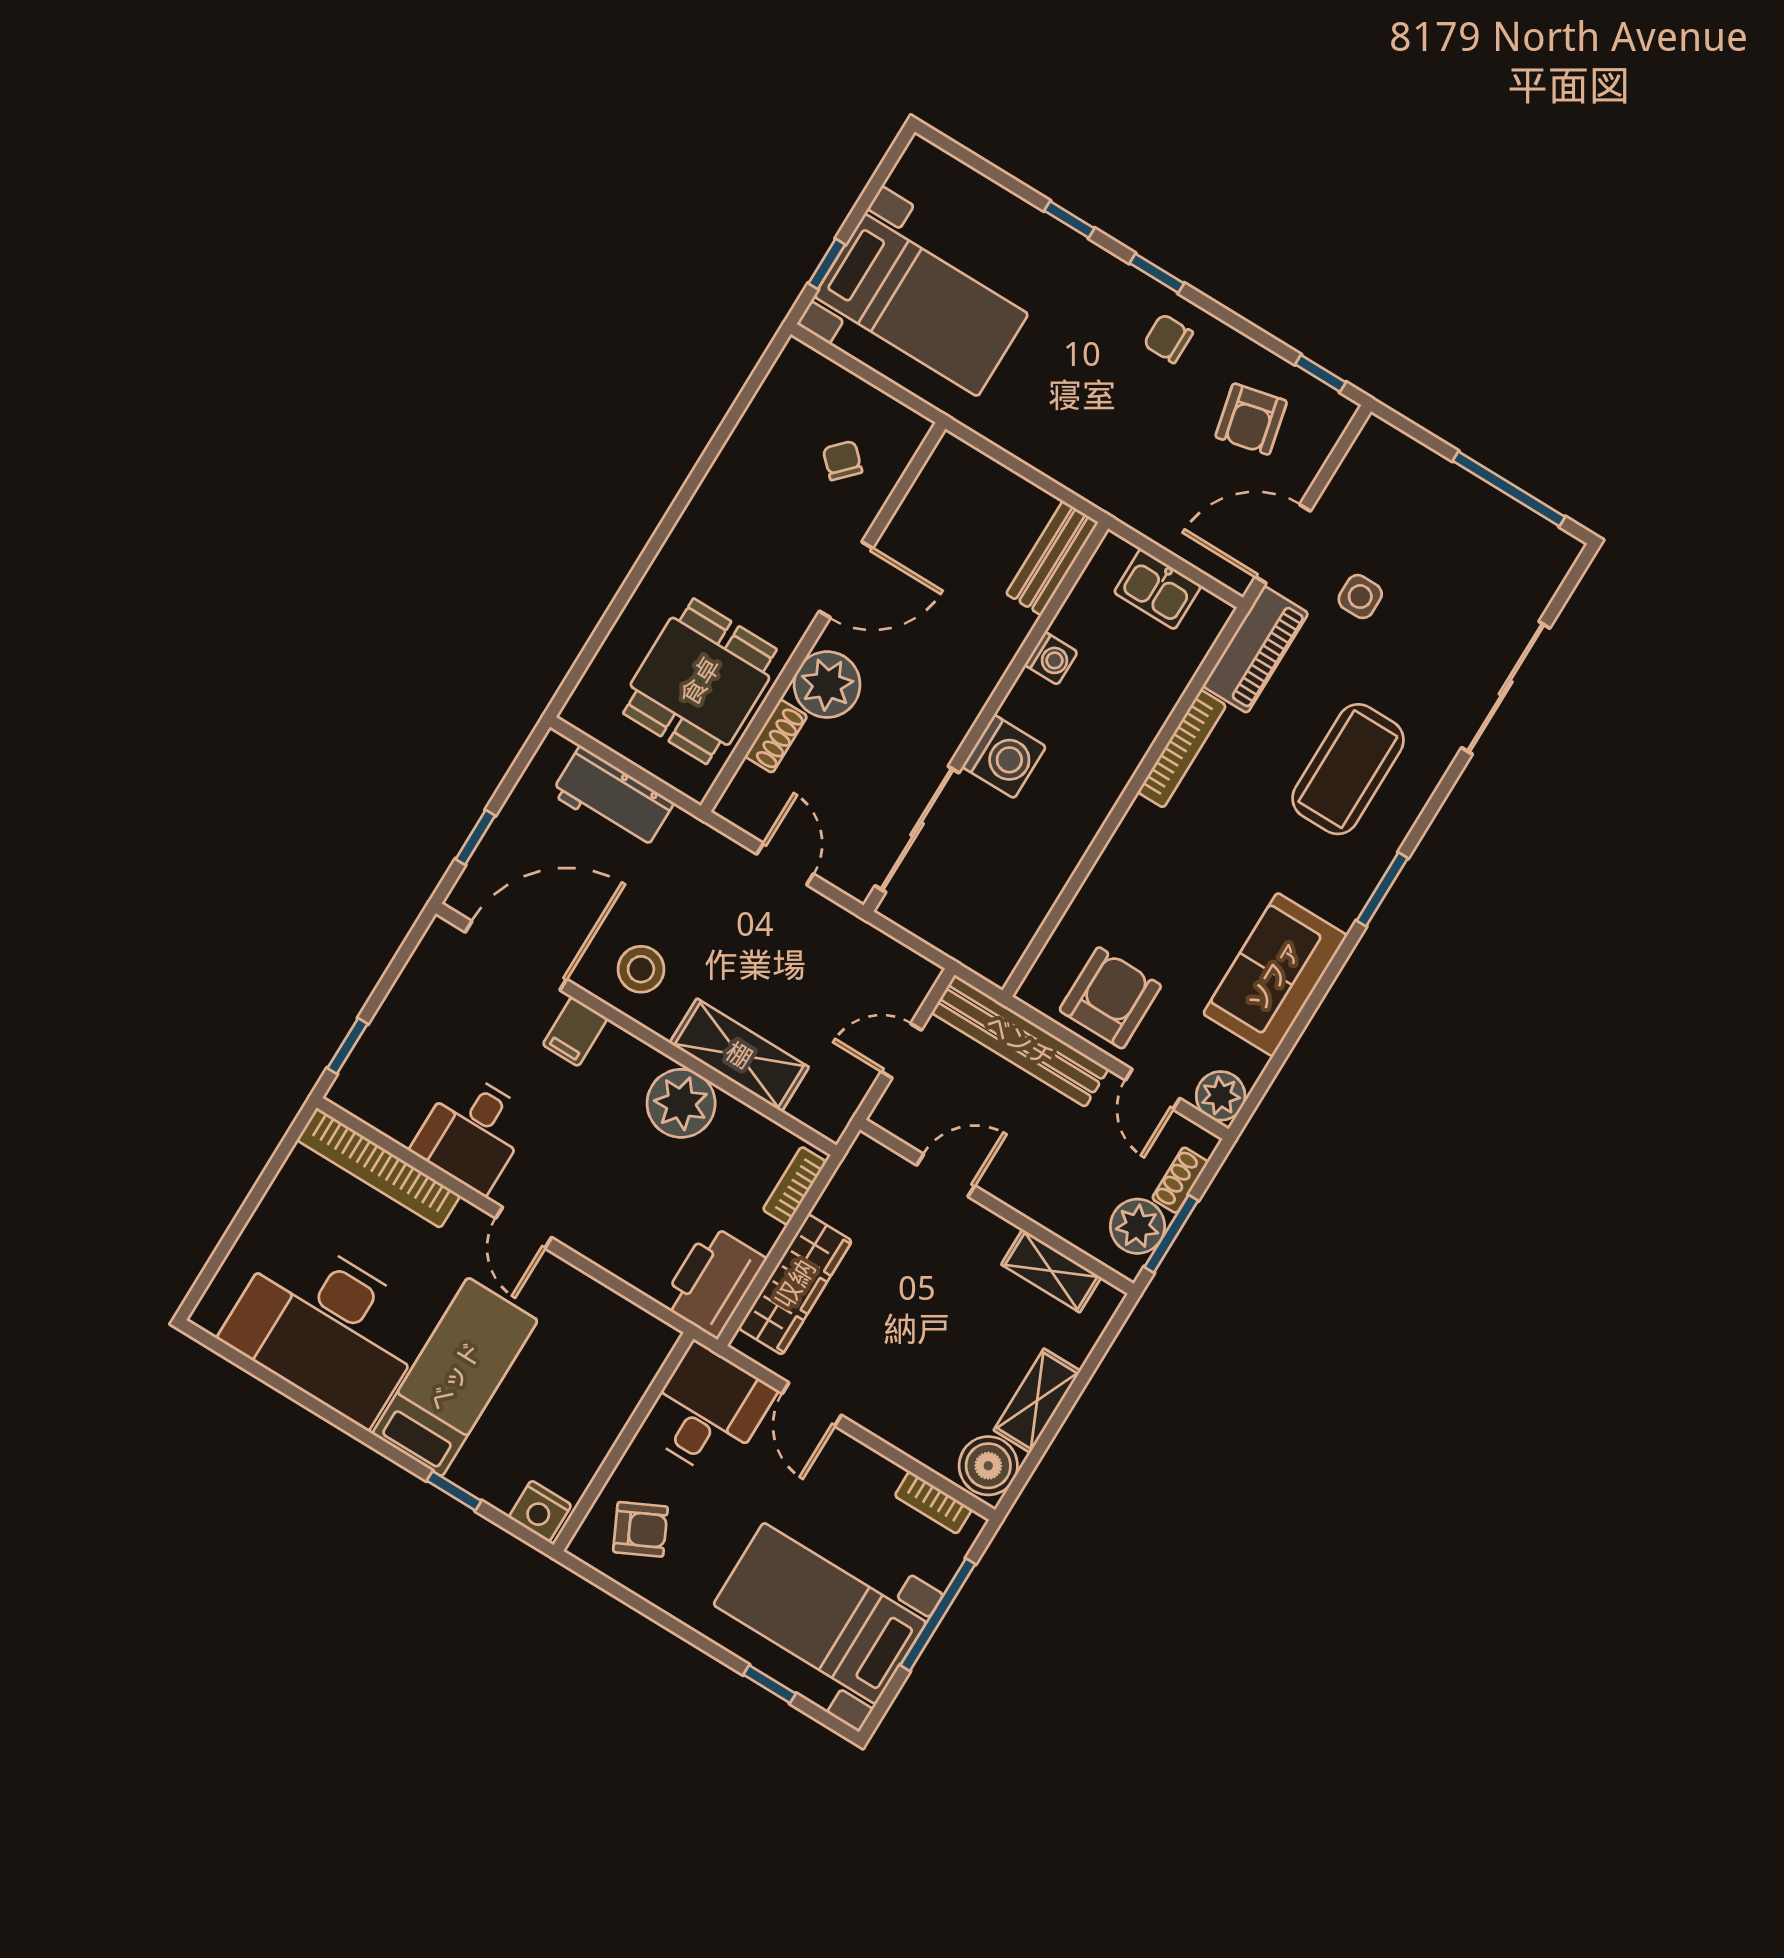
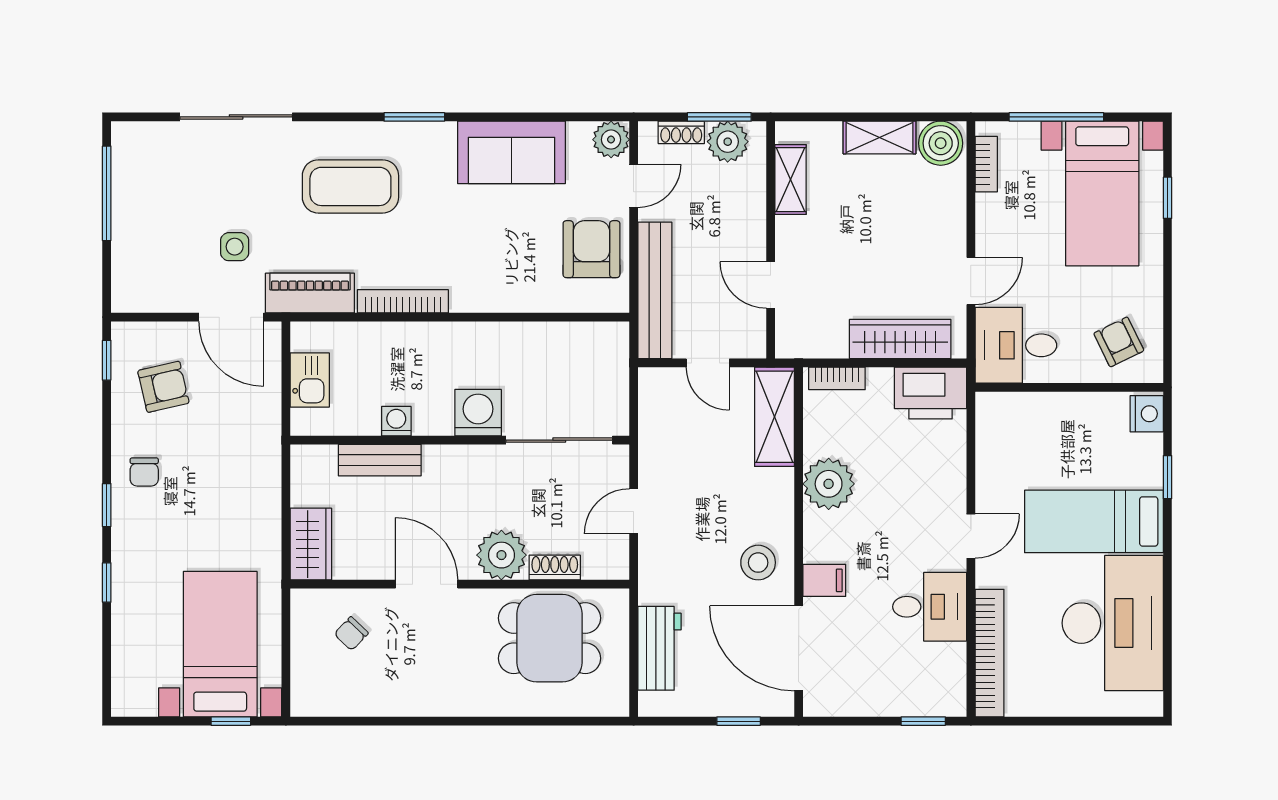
wardrobe: (971, 477) -> (311, 544), added
bench: (1052, 558) -> (380, 460), moved
armchair: (1110, 998) -> (591, 249), turned 90
shelving: (739, 1055) -> (775, 417), moved

